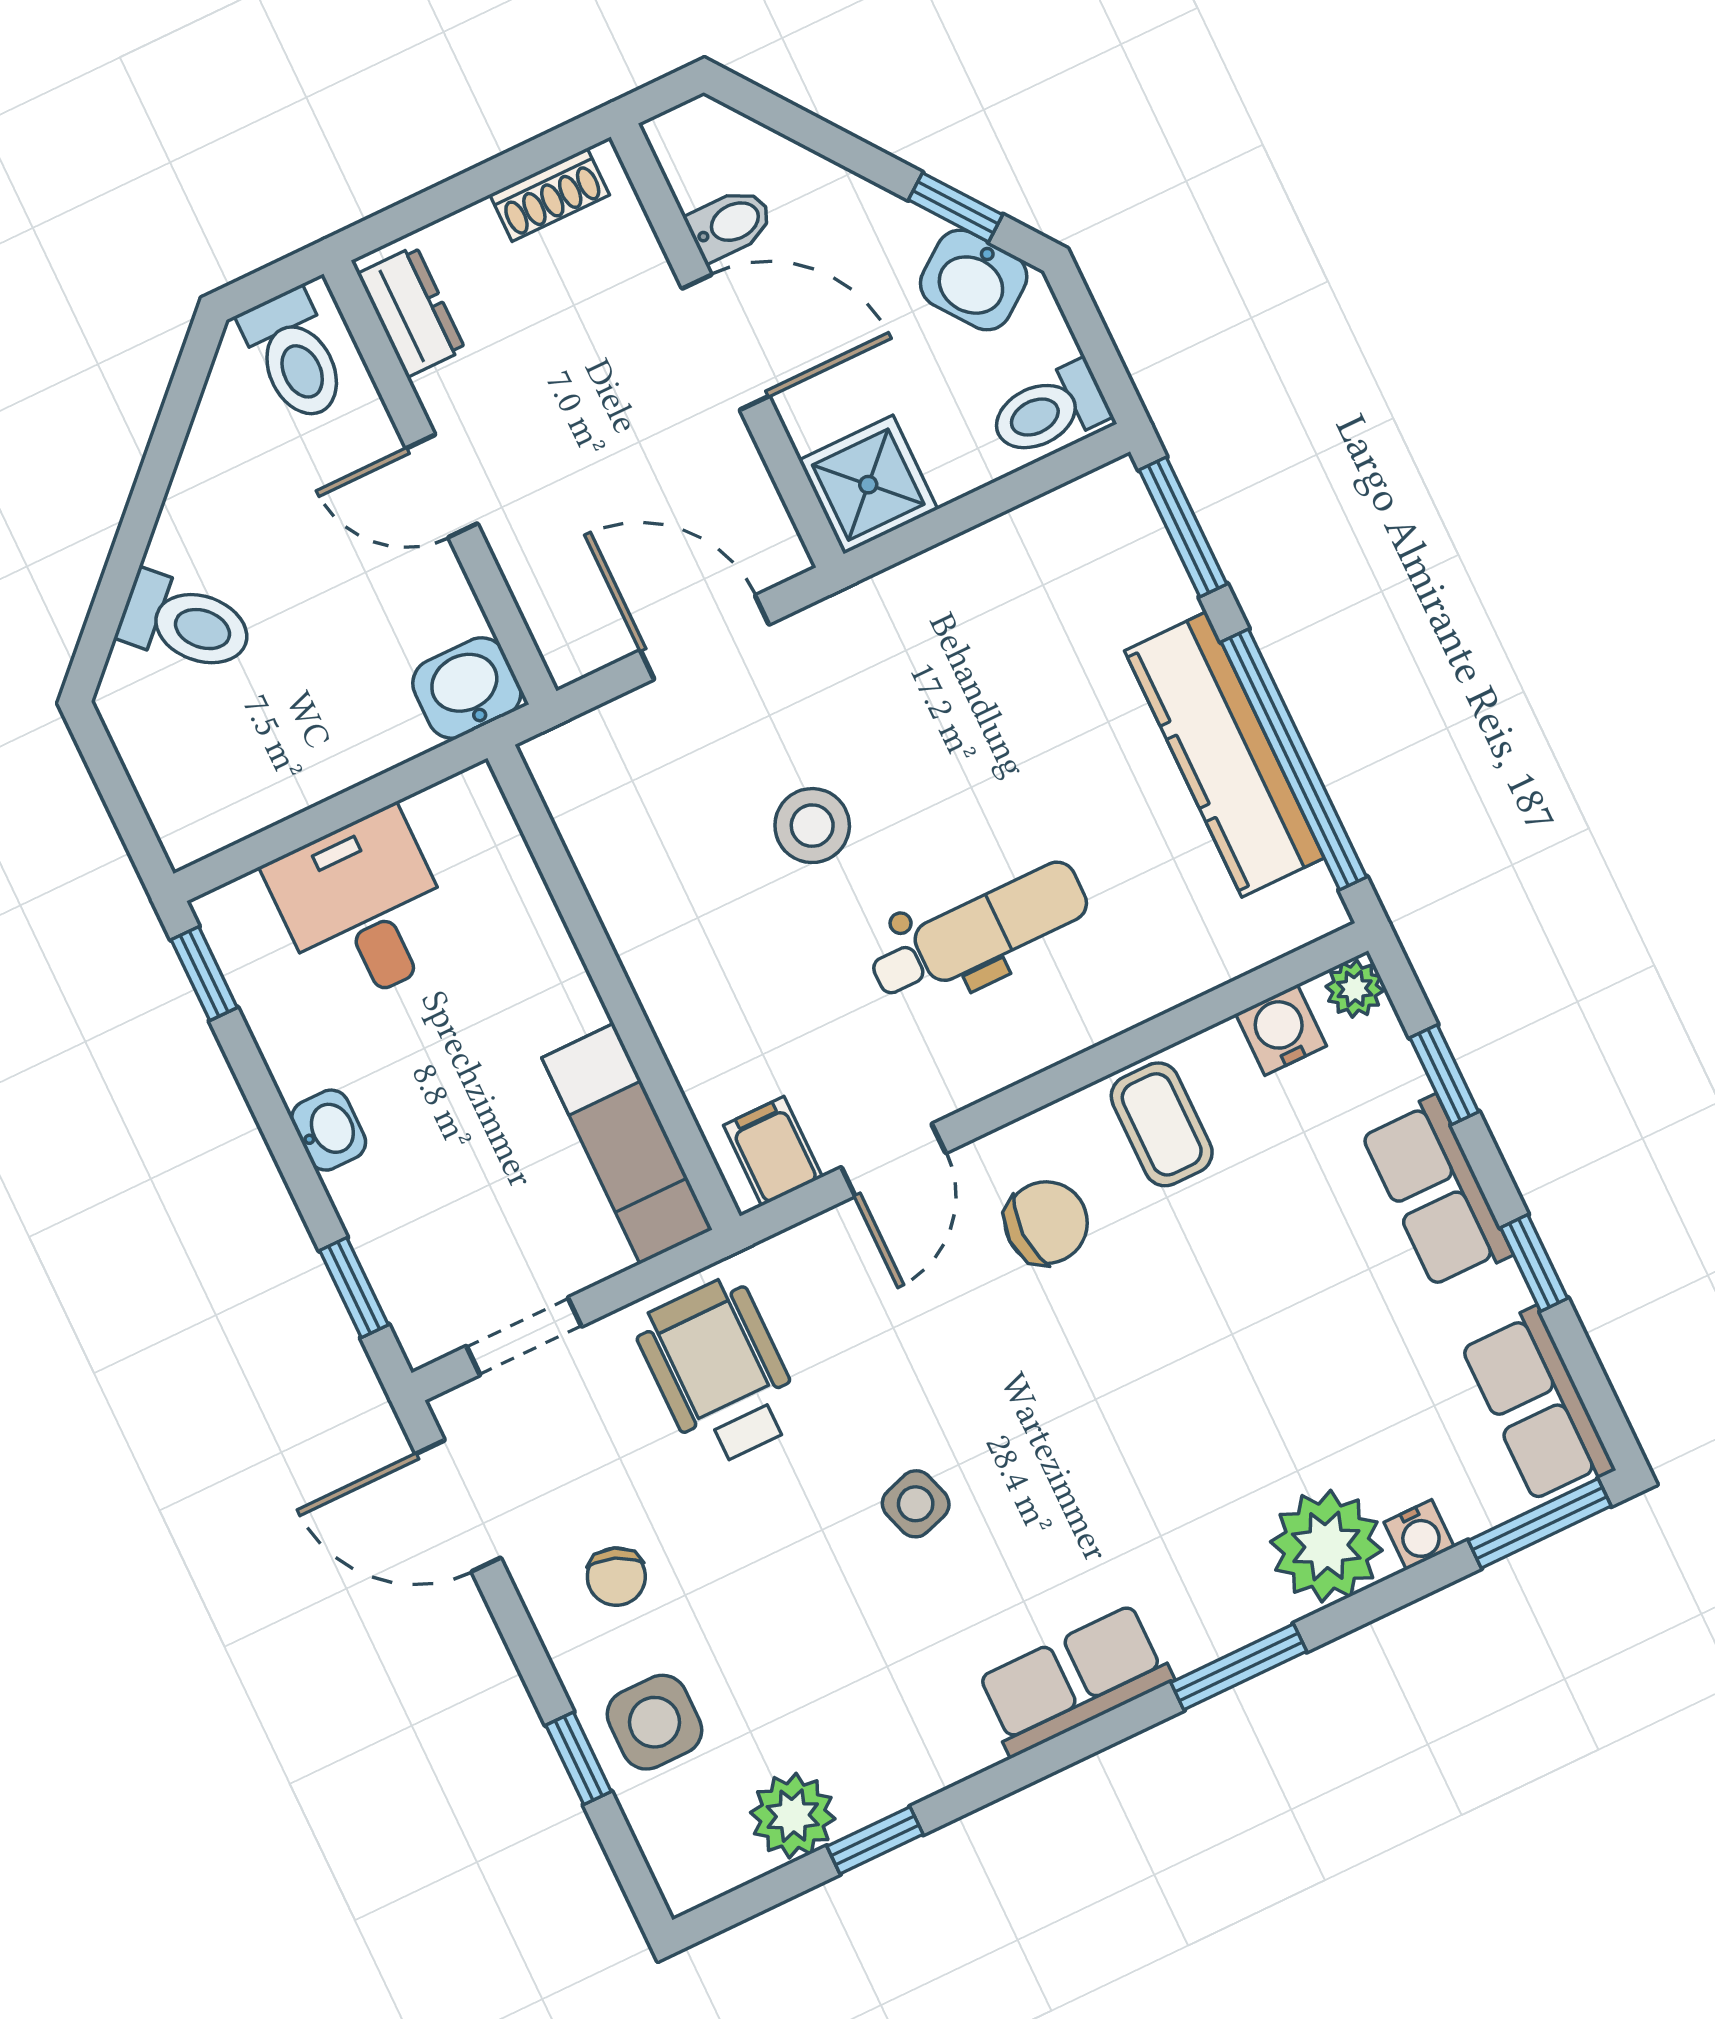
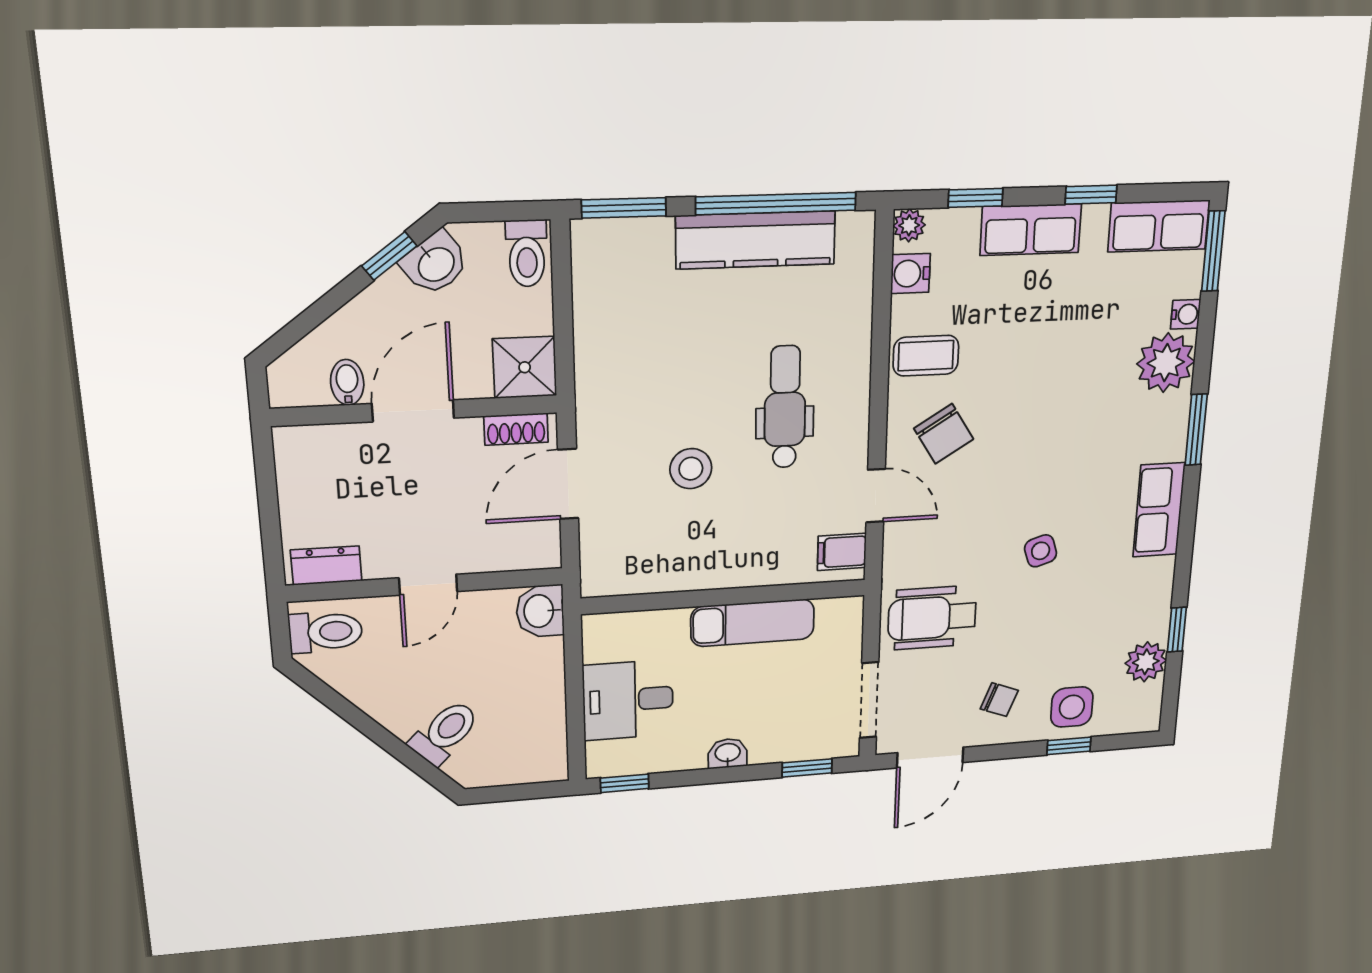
shoe rack: (550, 195) -> (516, 429), moved, turned 90
exam couch: (627, 1144) -> (753, 623), moved
chair: (1046, 1223) -> (944, 434), turned 149
doorway: (524, 1336) -> (869, 700), width x1.38

